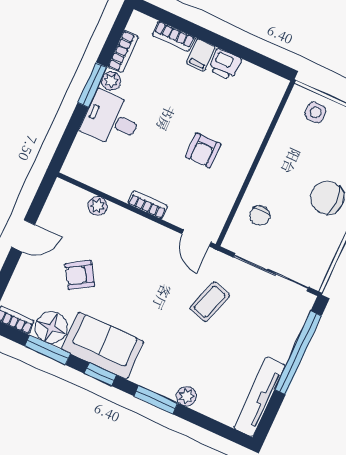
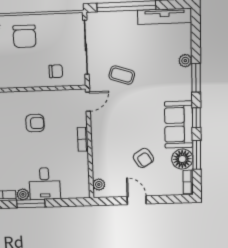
plant: (98, 206) -> (99, 185), moved

